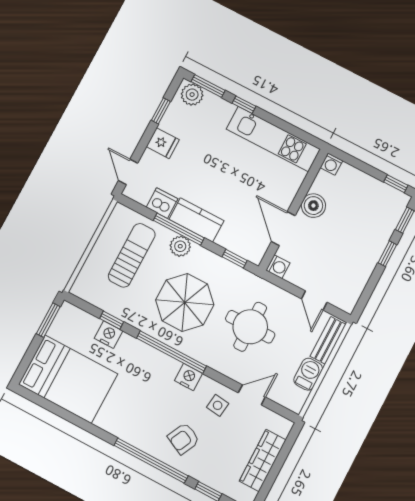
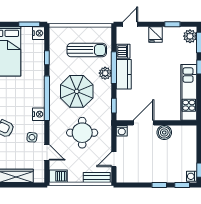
washing machine: (331, 164) -> (192, 176), moved
nightstand: (109, 335) -> (39, 33), moved
barbecue: (308, 374) -> (58, 176), moved

